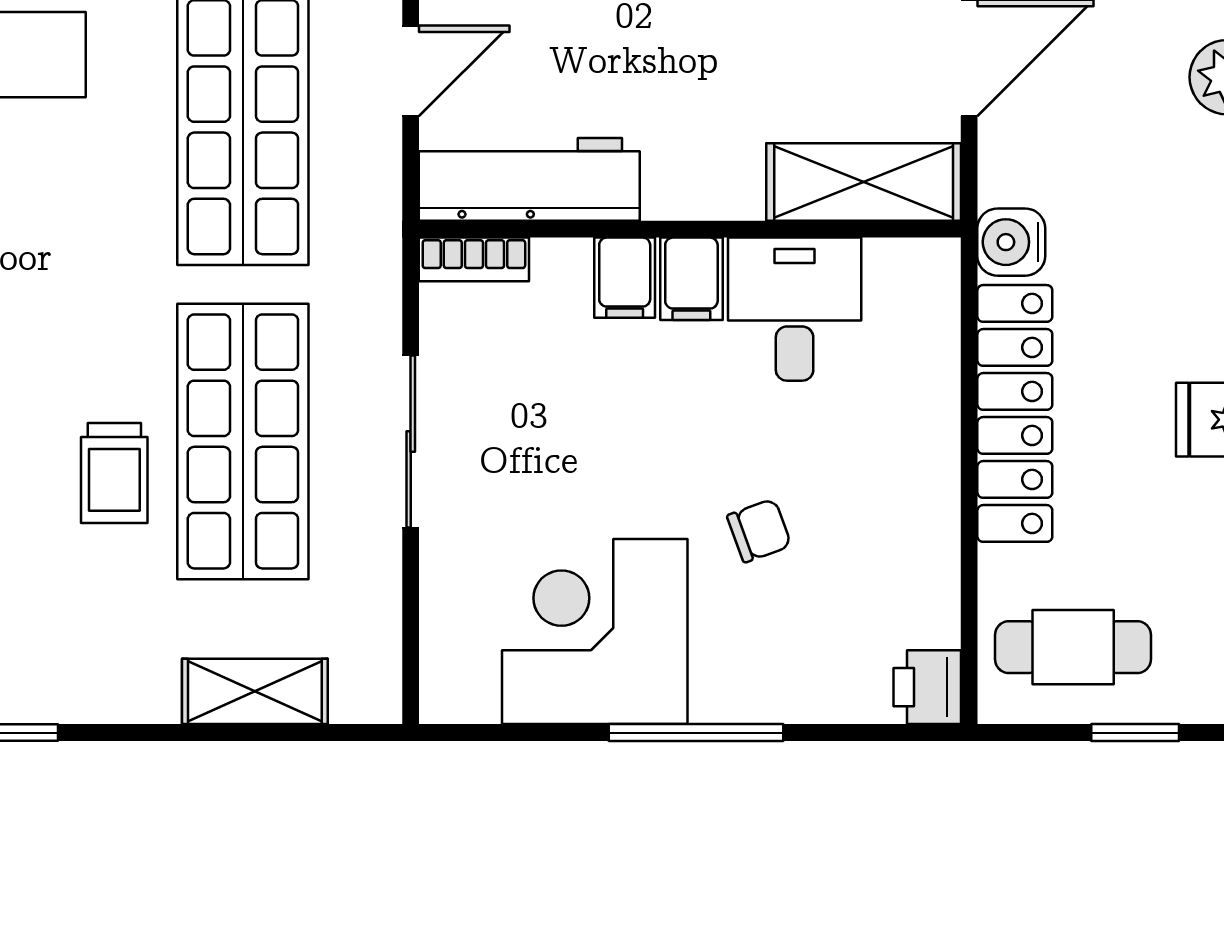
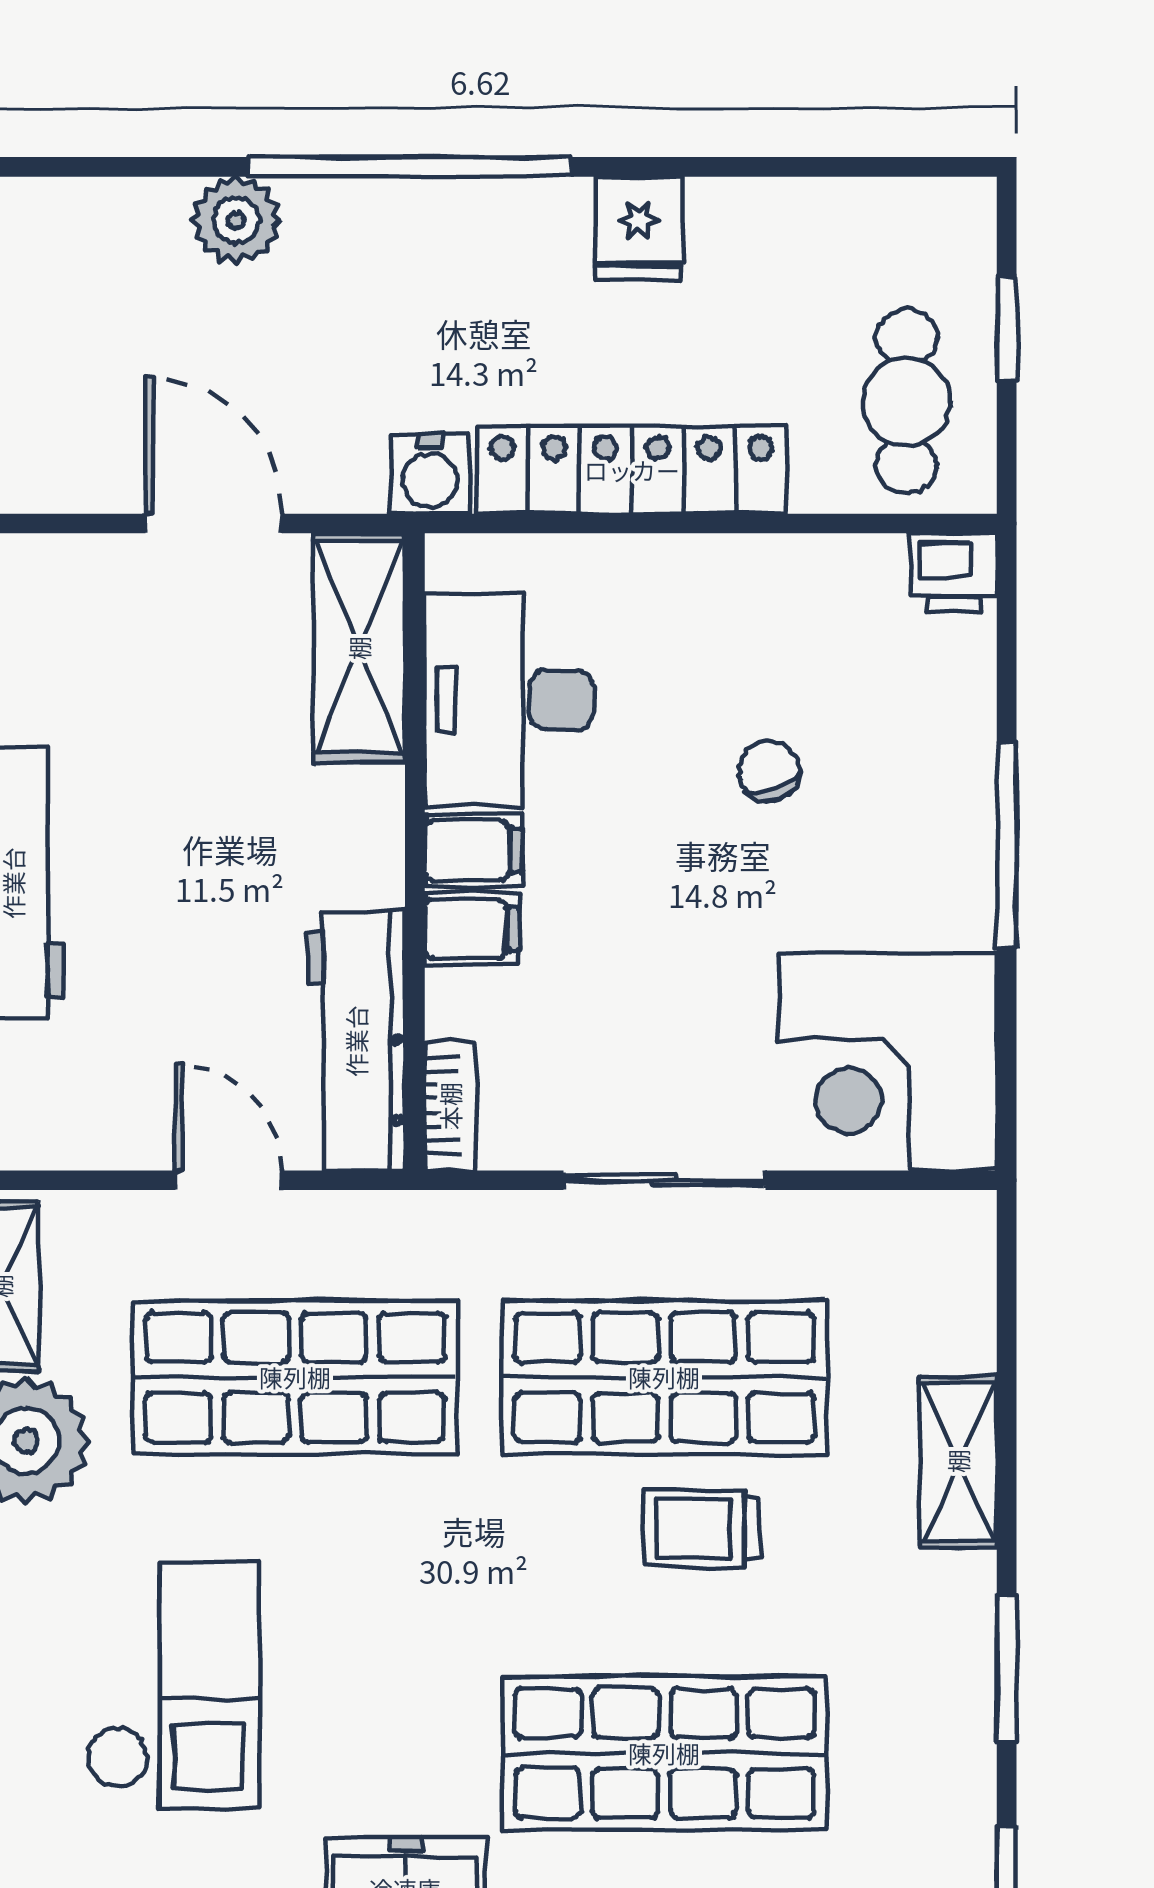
desk: (795, 309) -> (509, 700), width x1.37
trolley: (114, 473) -> (702, 1529), turned 180
corner desk: (595, 632) -> (888, 1062), moved
shelving: (255, 691) -> (958, 1461), moved

